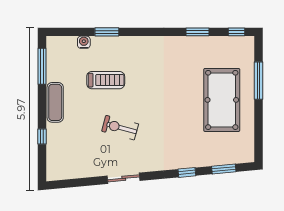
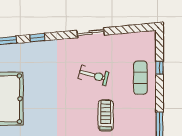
treadmill: (106, 80) -> (106, 115), turned 90
exercise mat: (55, 102) -> (140, 78), moved

